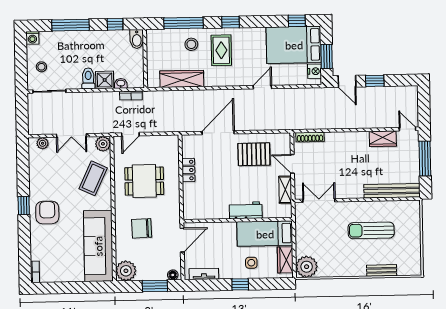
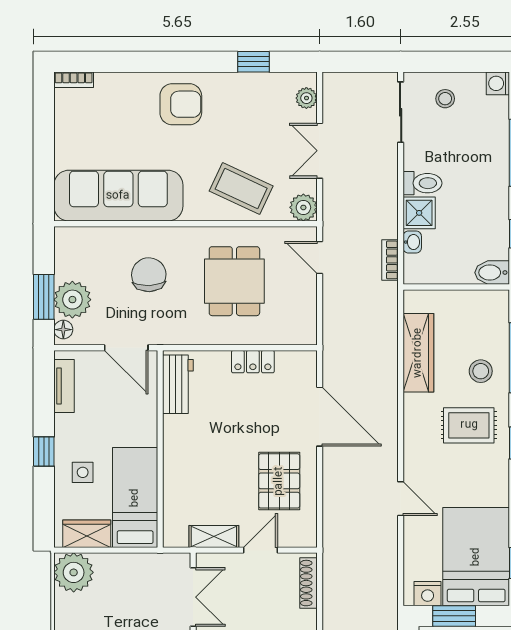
window: (24, 206) -> (253, 62), moved
workbench: (246, 210) -> (178, 384), moved
plant: (126, 271) -> (72, 300), moved

